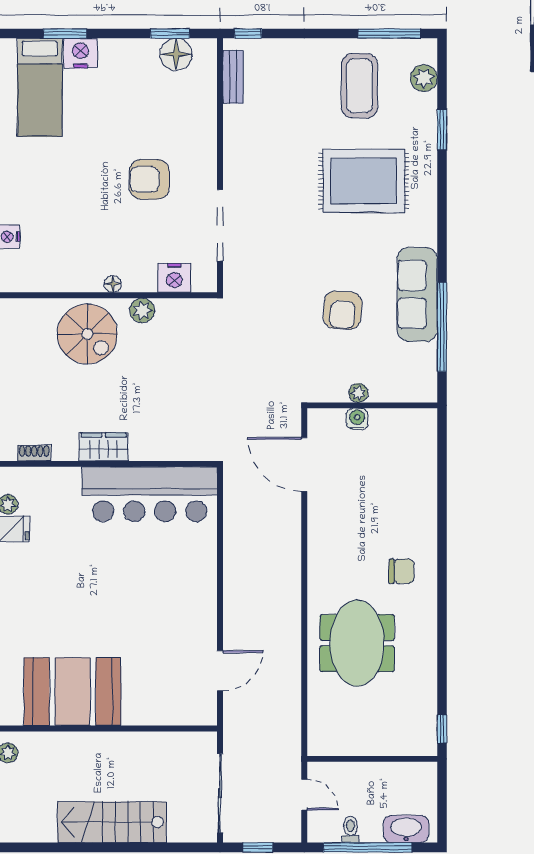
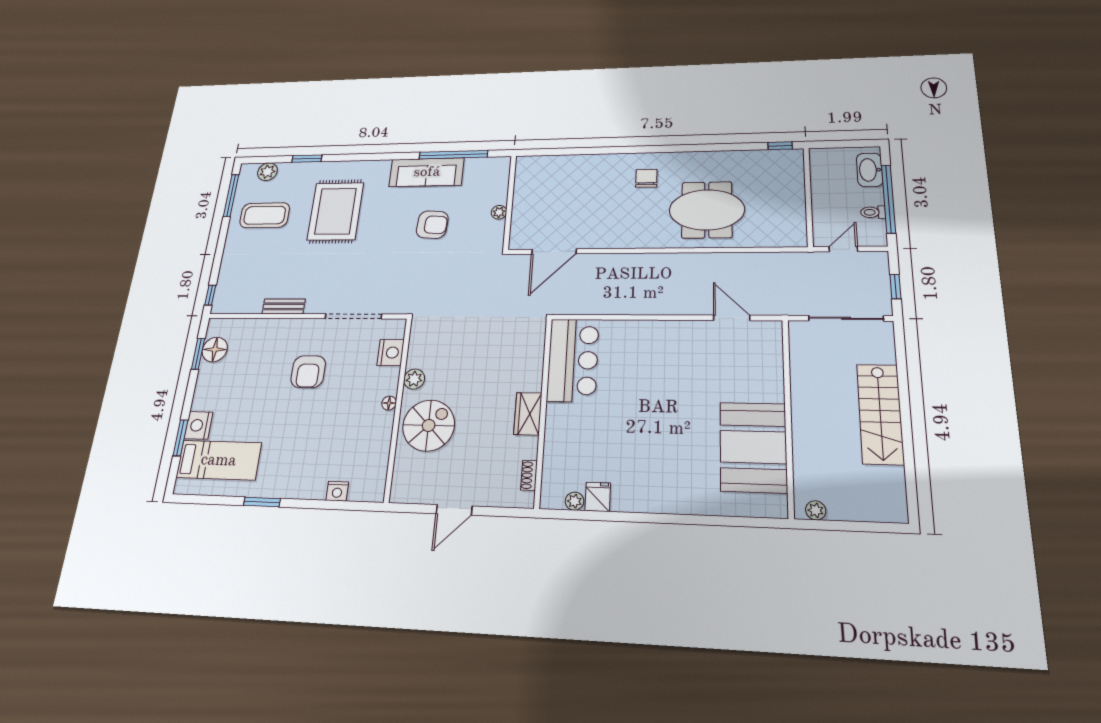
bench: (233, 77) -> (284, 306), moved
water cooler: (357, 419) -> (520, 213), removed
bar counter: (150, 494) -> (573, 360), width x0.73

